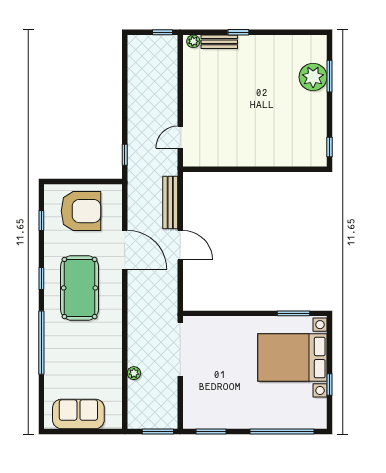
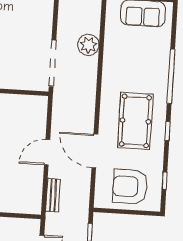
bench: (170, 203) -> (53, 195), width x0.73
door: (180, 245) -> (47, 152), hinge flipped
plant: (134, 373) -> (88, 45), width x1.88, depth x1.88

